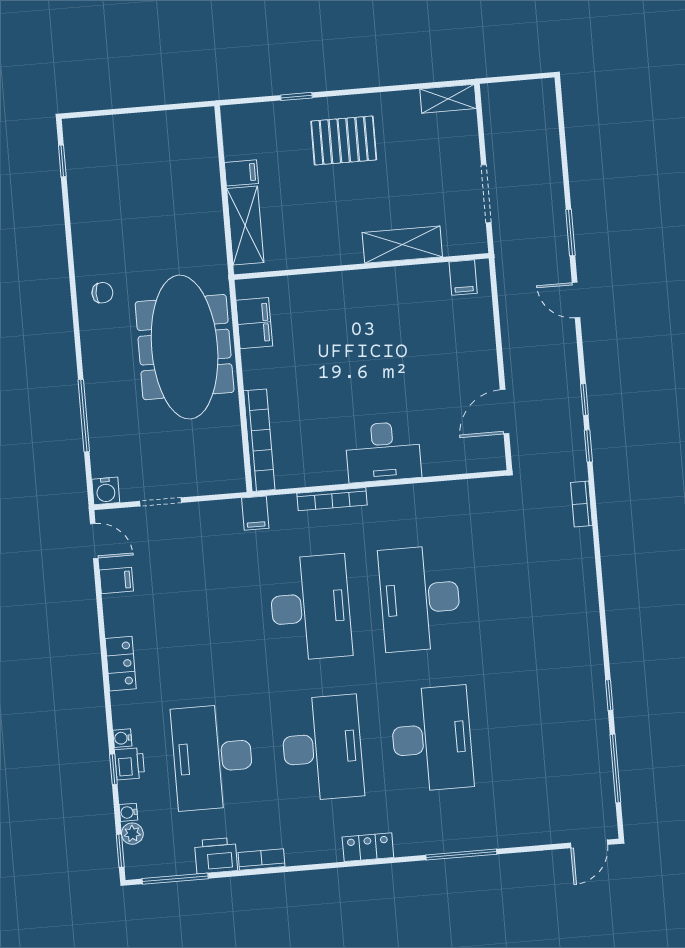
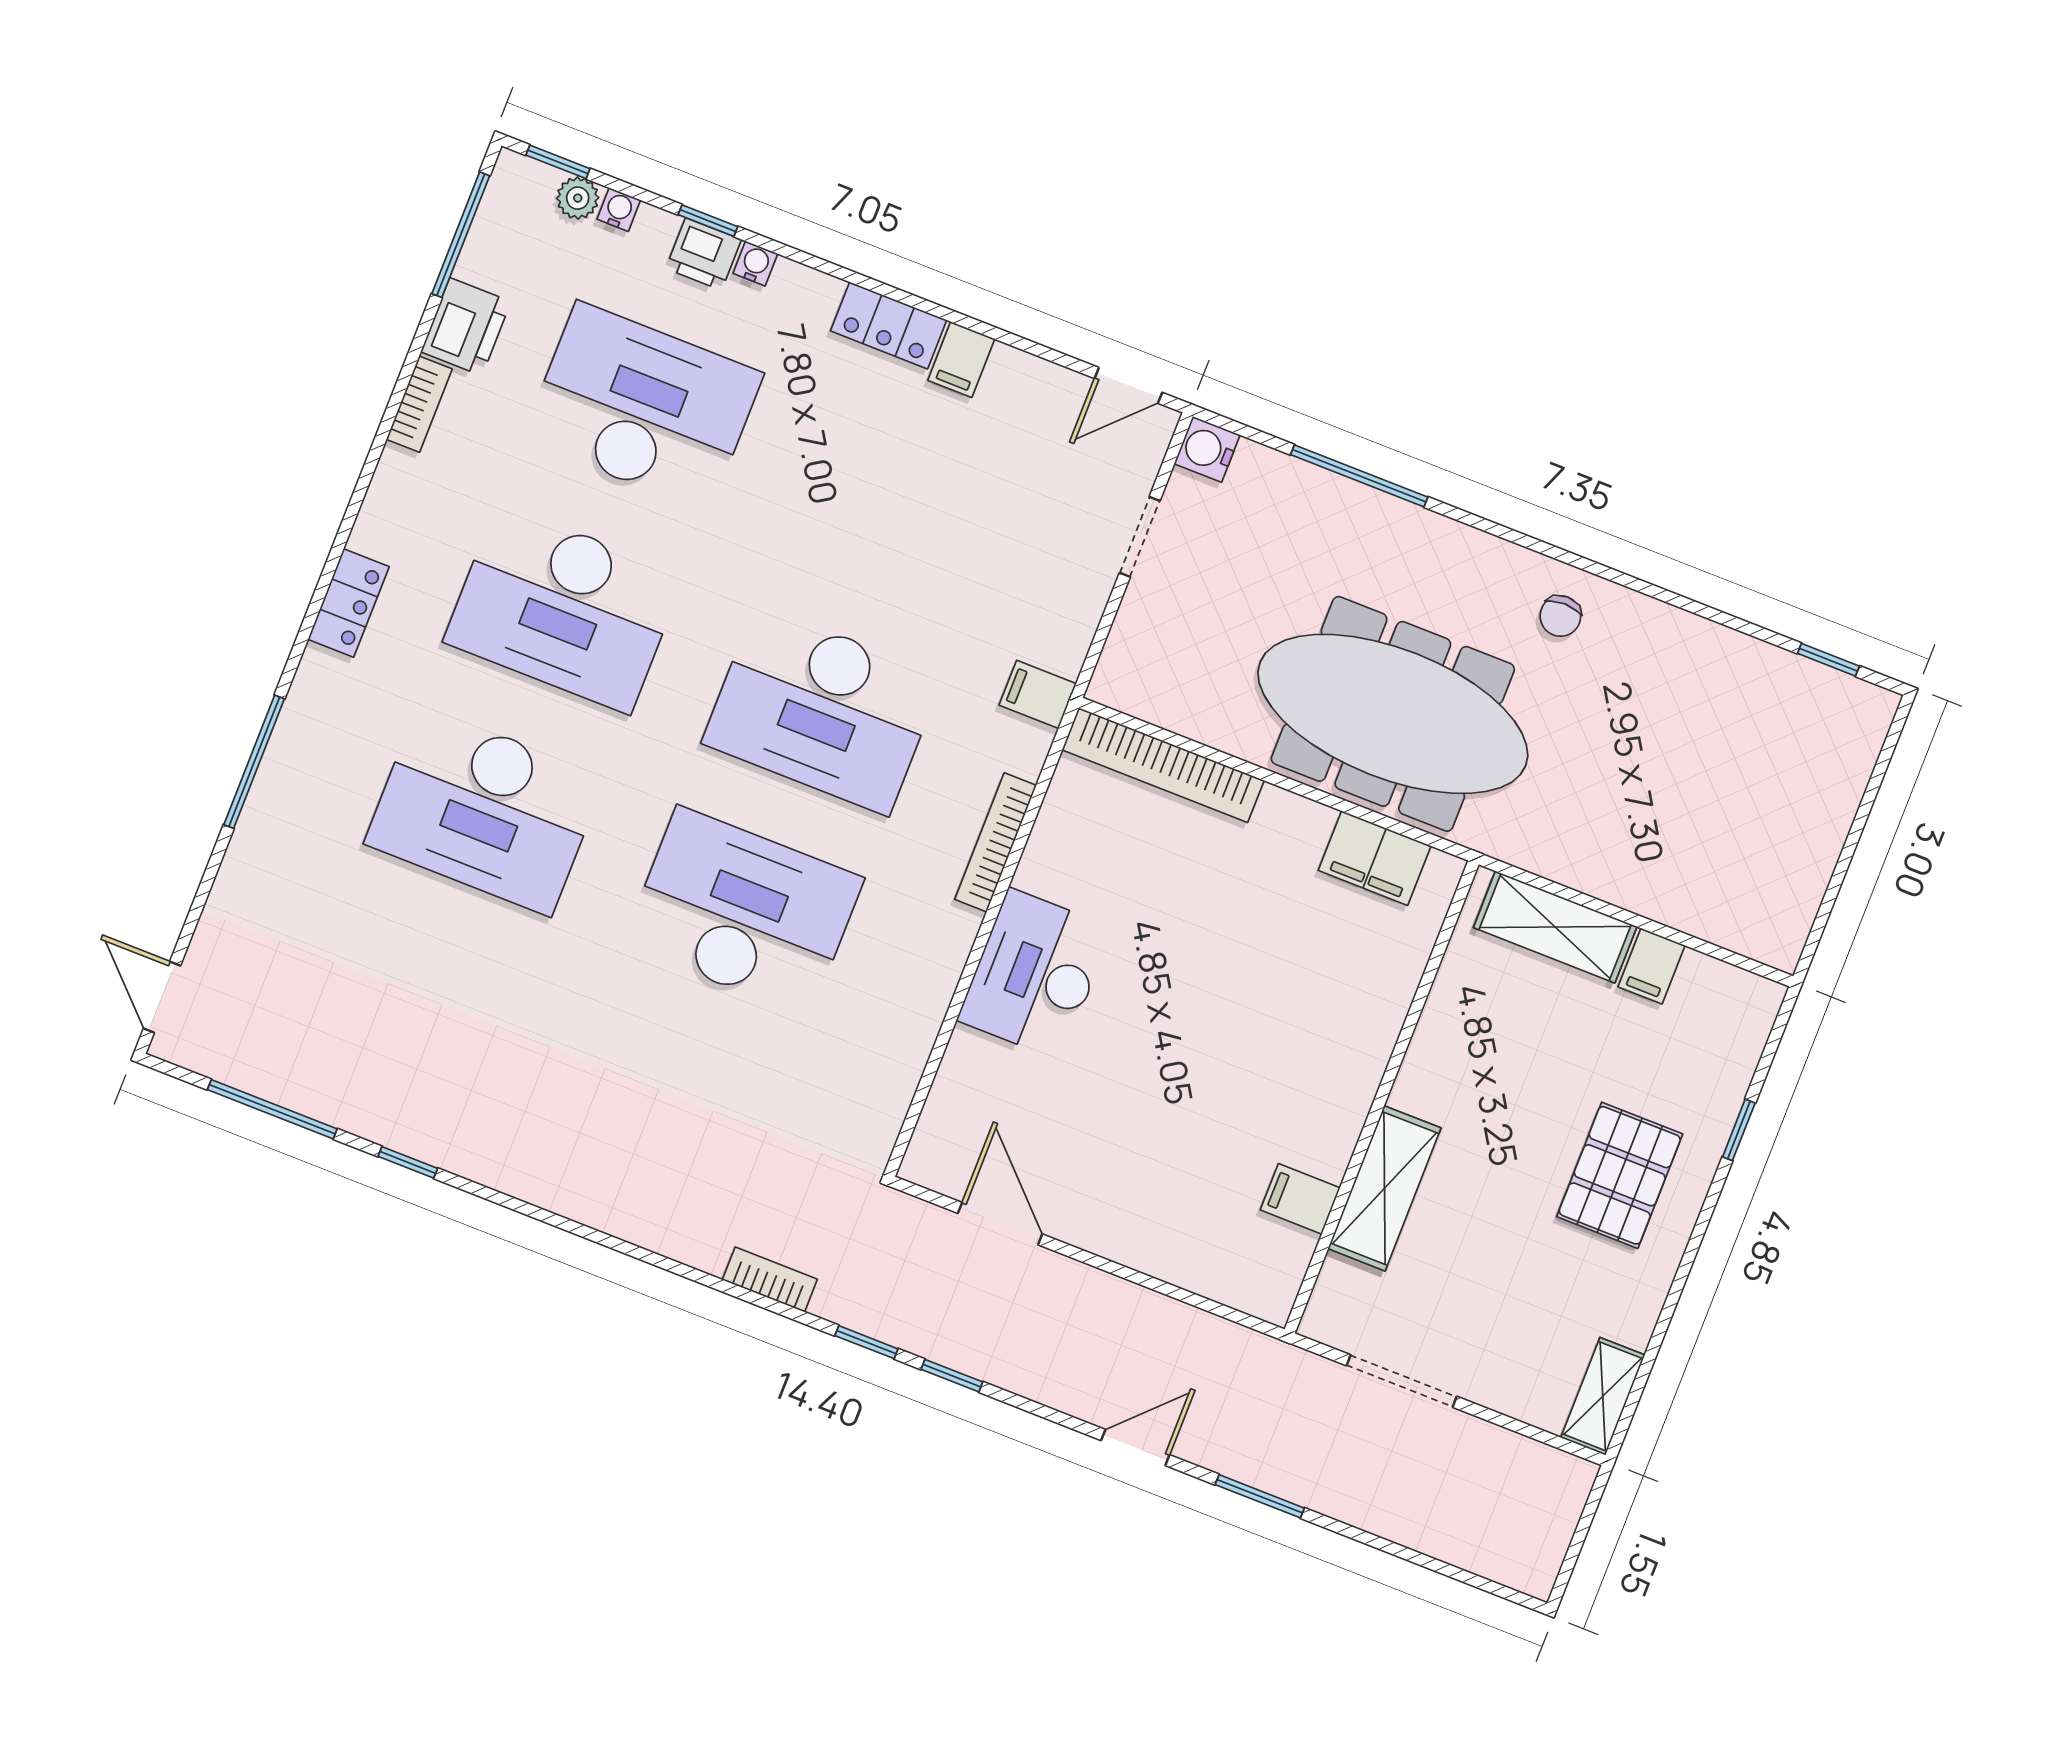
filing cabinet: (463, 278) -> (1300, 1199), moved
filing cabinet: (116, 580) -> (961, 360), moved

